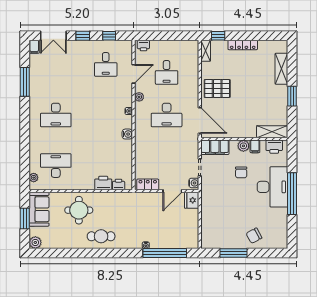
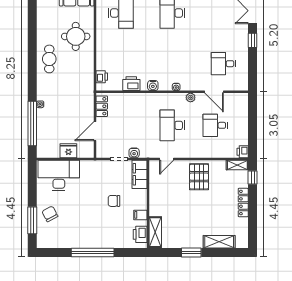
window: (109, 36) -> (253, 67), removed
printer: (143, 46) -> (243, 152), moved
door: (200, 121) -> (167, 159), width x0.53
plant: (243, 146) -> (141, 203), removed
printer: (103, 183) -> (131, 84), moved, turned -90
water cooler: (194, 183) -> (134, 153), moved
desk: (272, 187) -> (59, 175), moved, turned 180
door: (172, 191) -> (95, 131), hinge flipped
fridge: (192, 200) -> (68, 151), moved
window: (234, 253) -> (32, 220), moved

